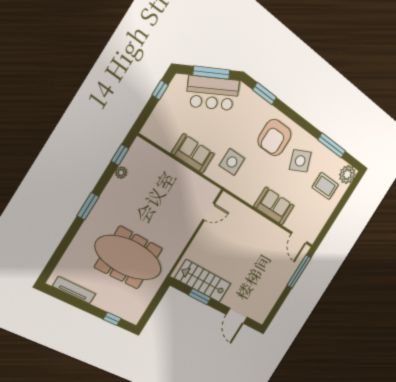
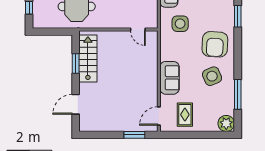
armchair: (275, 138) -> (215, 44), turned -87
rug: (325, 186) -> (185, 115), moved
window: (299, 272) -> (134, 135), width x0.69

